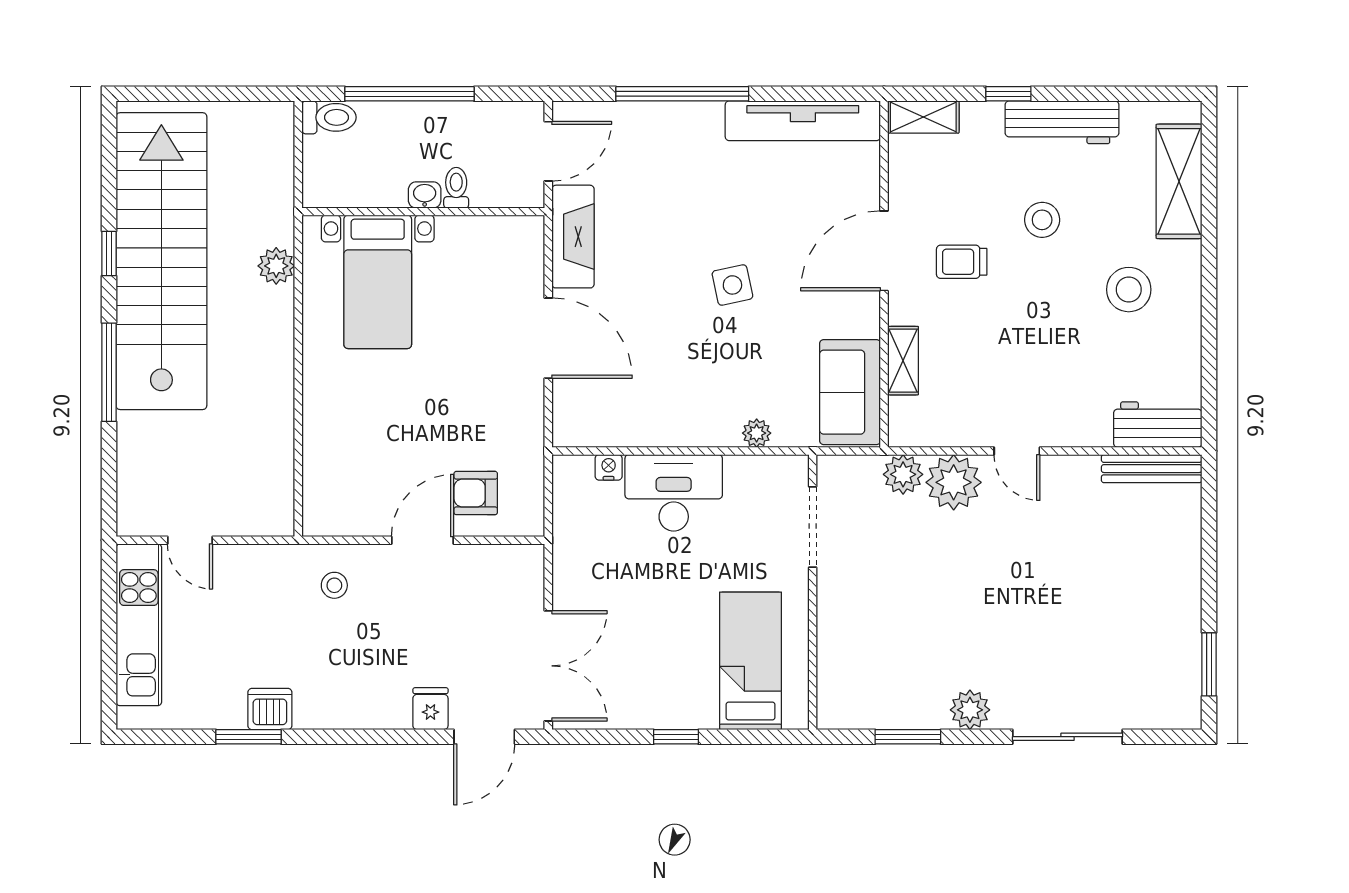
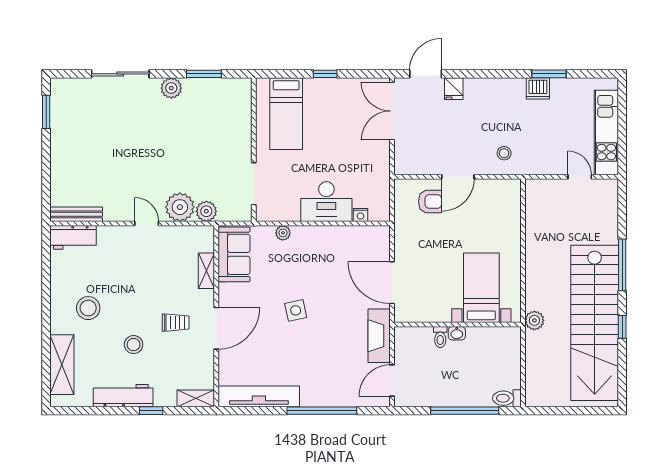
toilet: (456, 188) -> (440, 337), moved
washbasin: (425, 195) -> (457, 333), moved
wall: (423, 212) -> (458, 325), moved
bed with nightstands: (378, 282) -> (481, 288), moved

